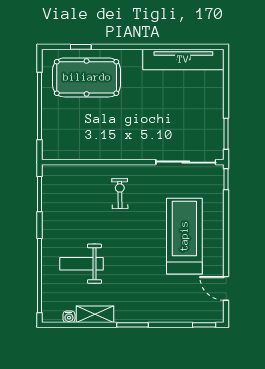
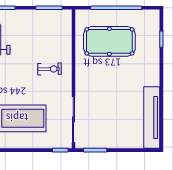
pool table: (87, 77) -> (109, 41), moved, turned 90

